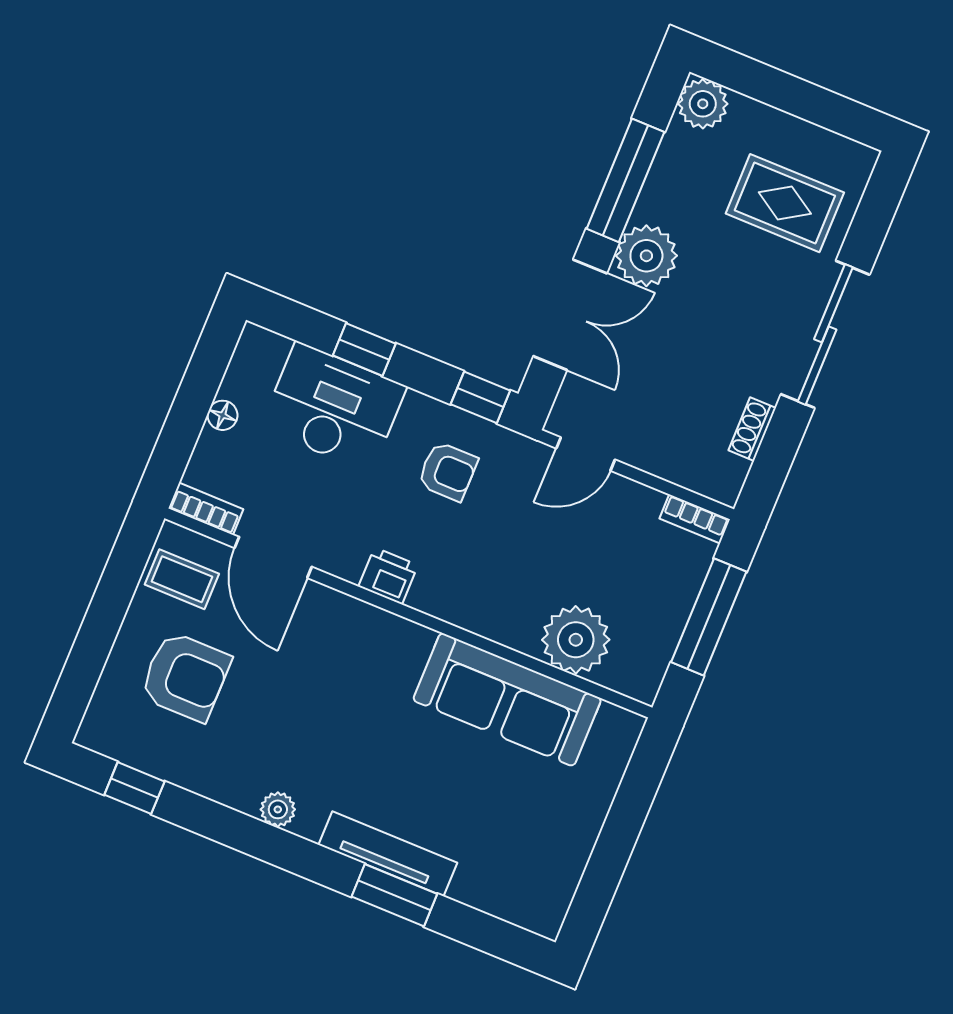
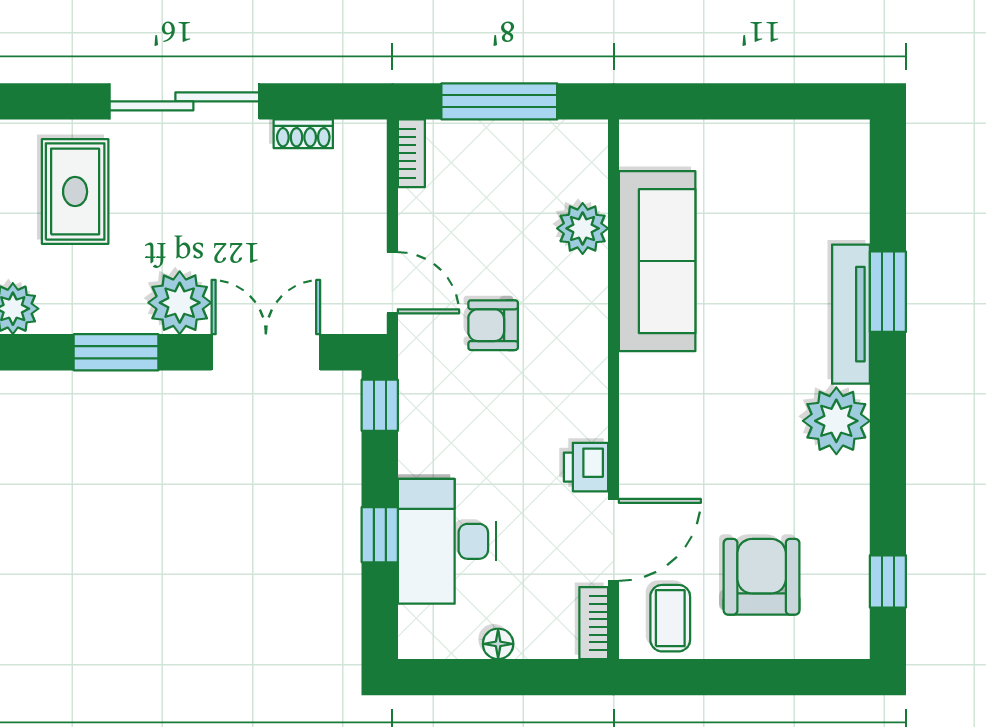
window: (625, 180) -> (116, 352), width x0.69
armchair: (448, 471) -> (493, 325), moved, turned -90
printer: (388, 576) -> (586, 467), moved
plant: (576, 640) -> (583, 228), width x0.73, depth x0.73
plant: (278, 809) -> (836, 421), width x1.88, depth x1.88

